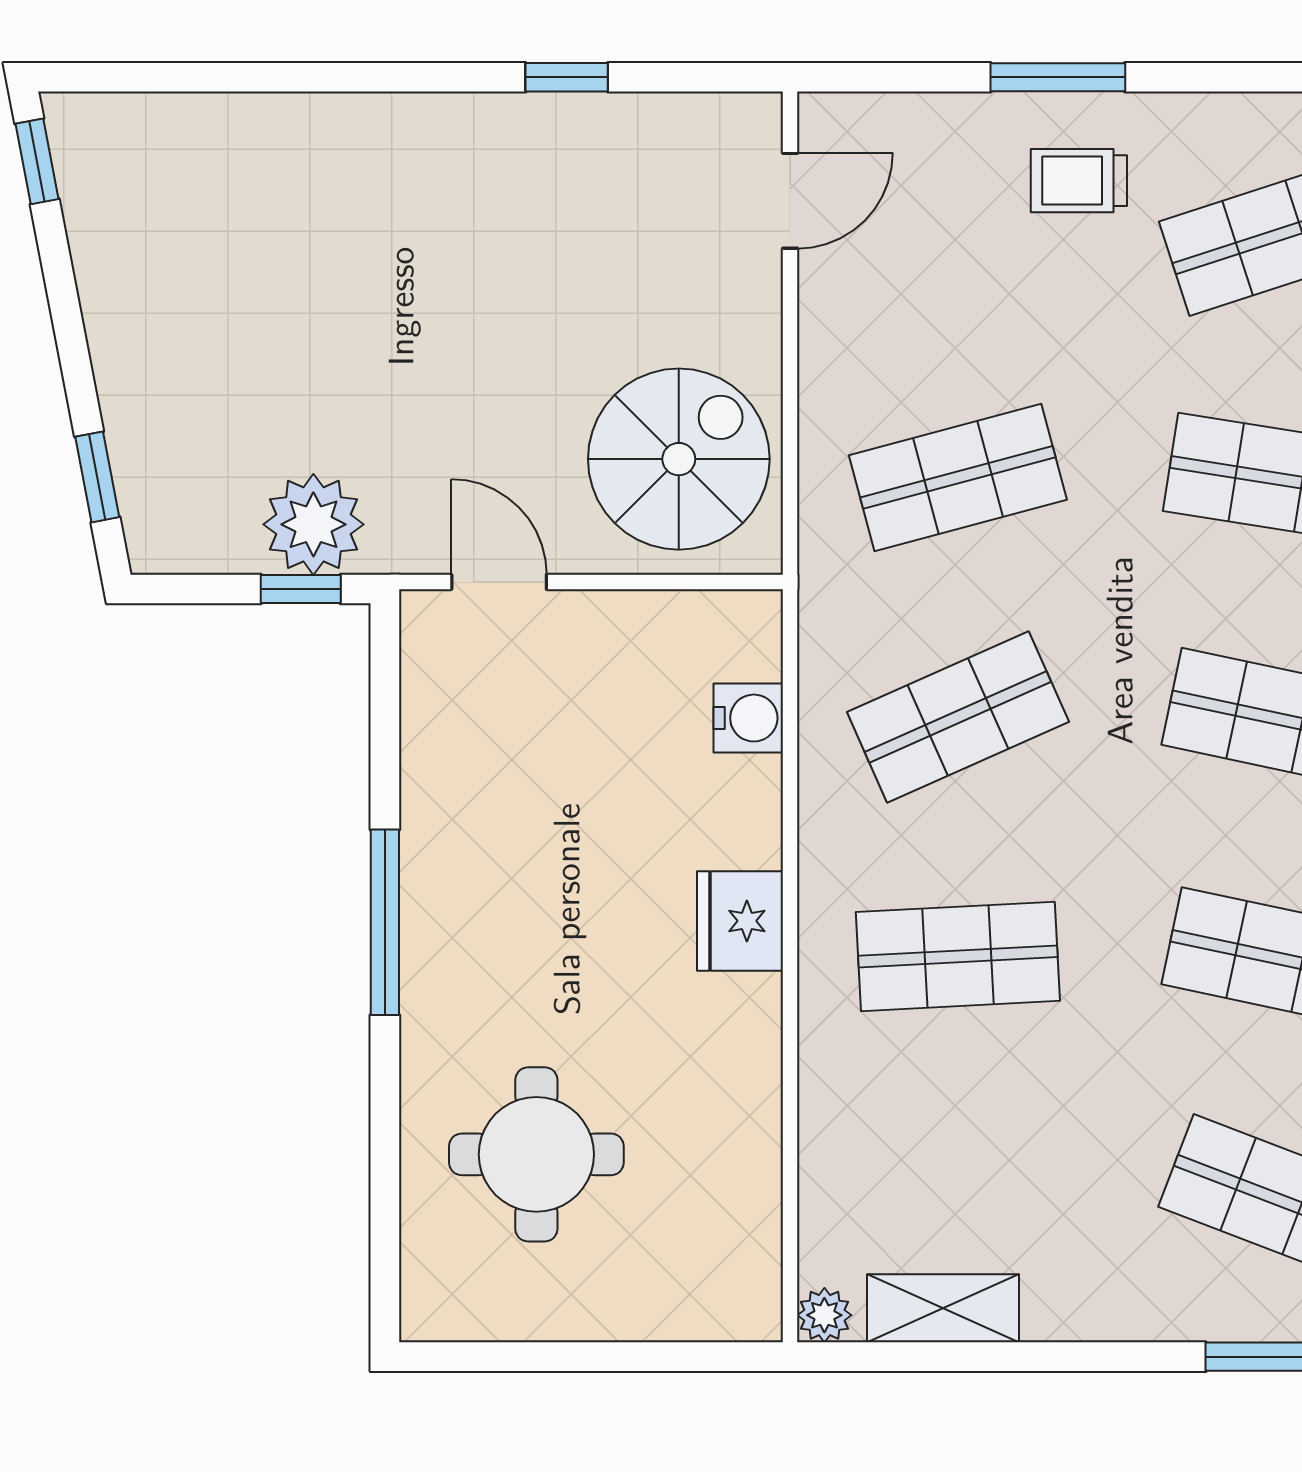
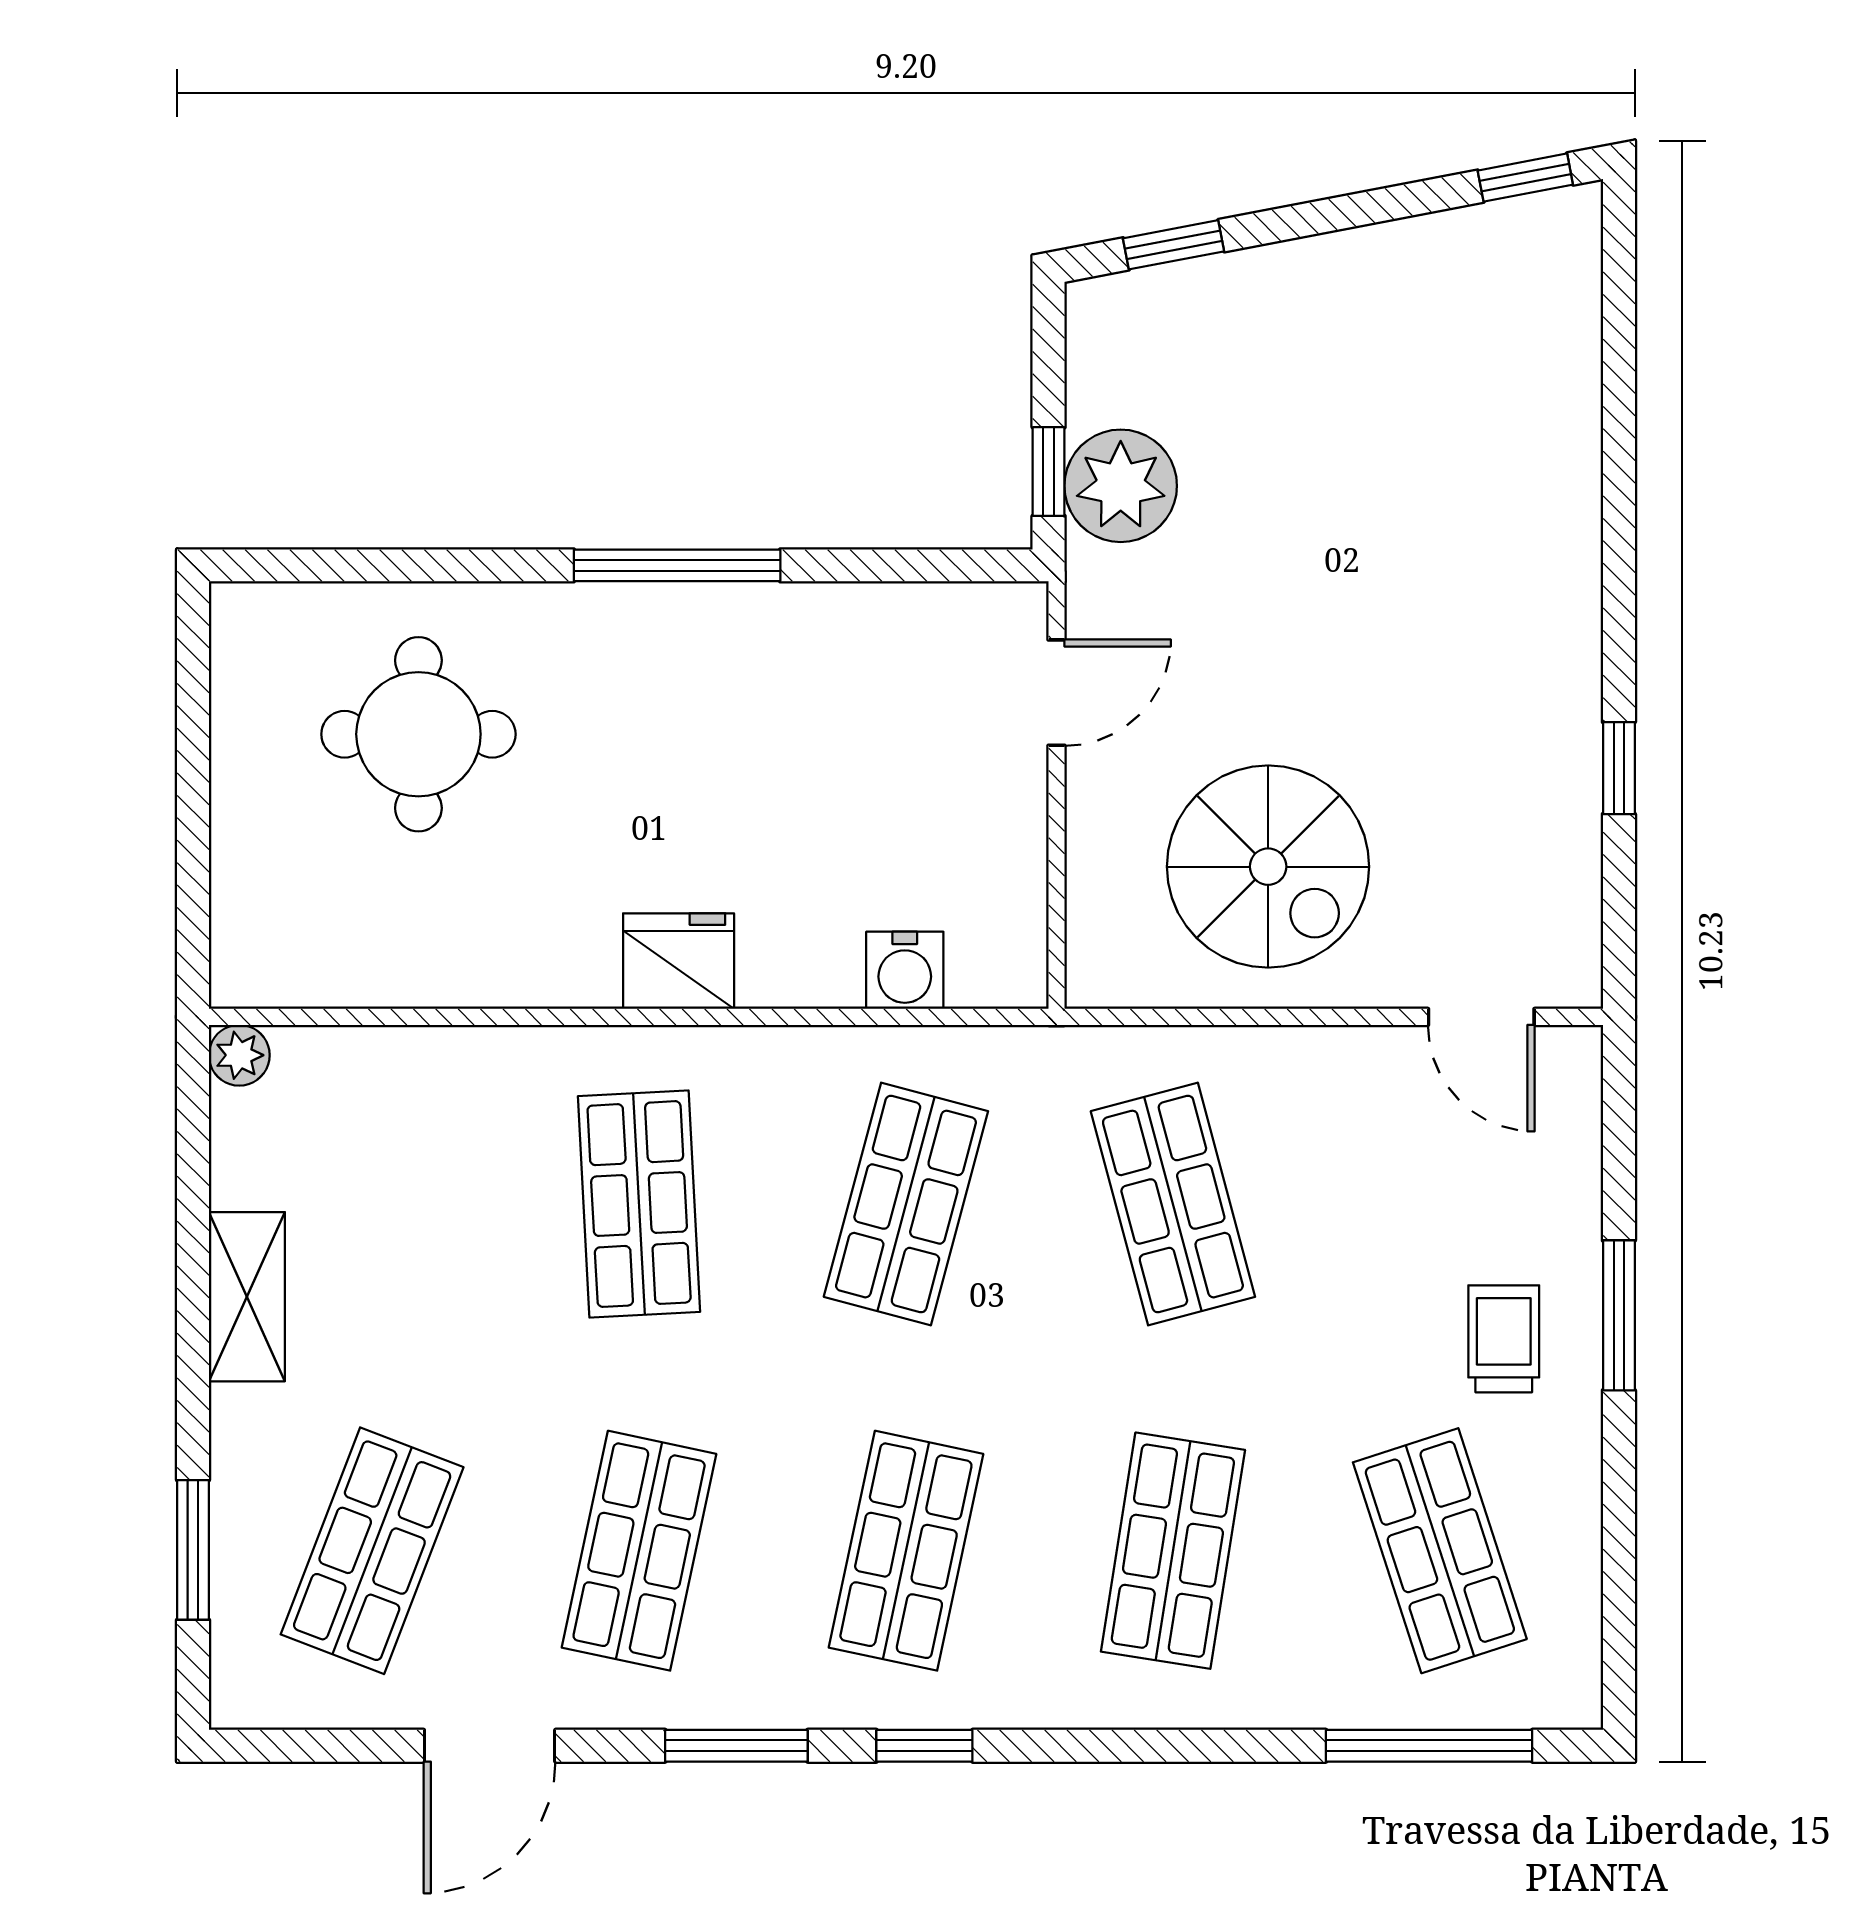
spiral stairs: (679, 459) -> (1268, 867), moved
shop shelf: (958, 717) -> (906, 1204), turned 39
shelving: (943, 1308) -> (247, 1297), moved

